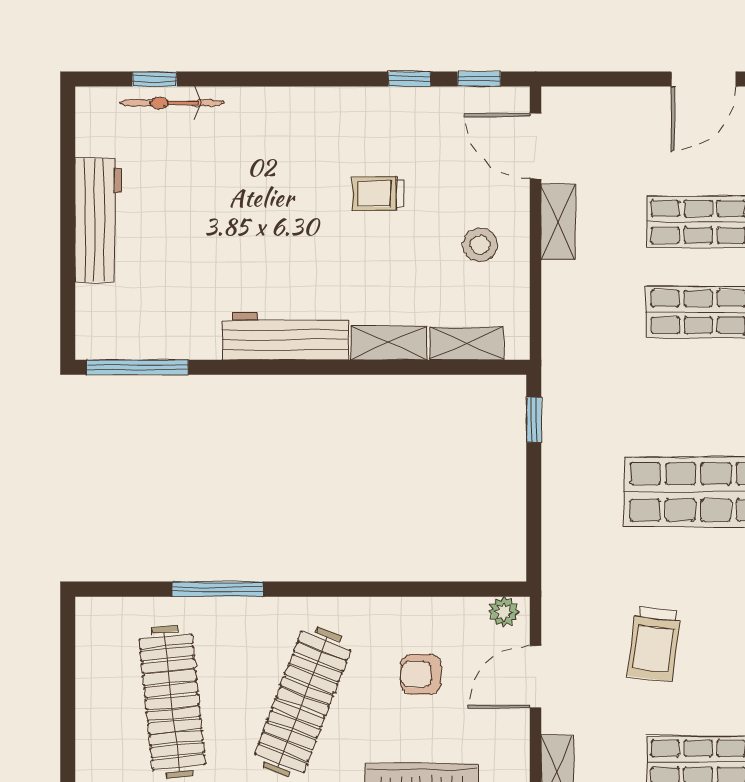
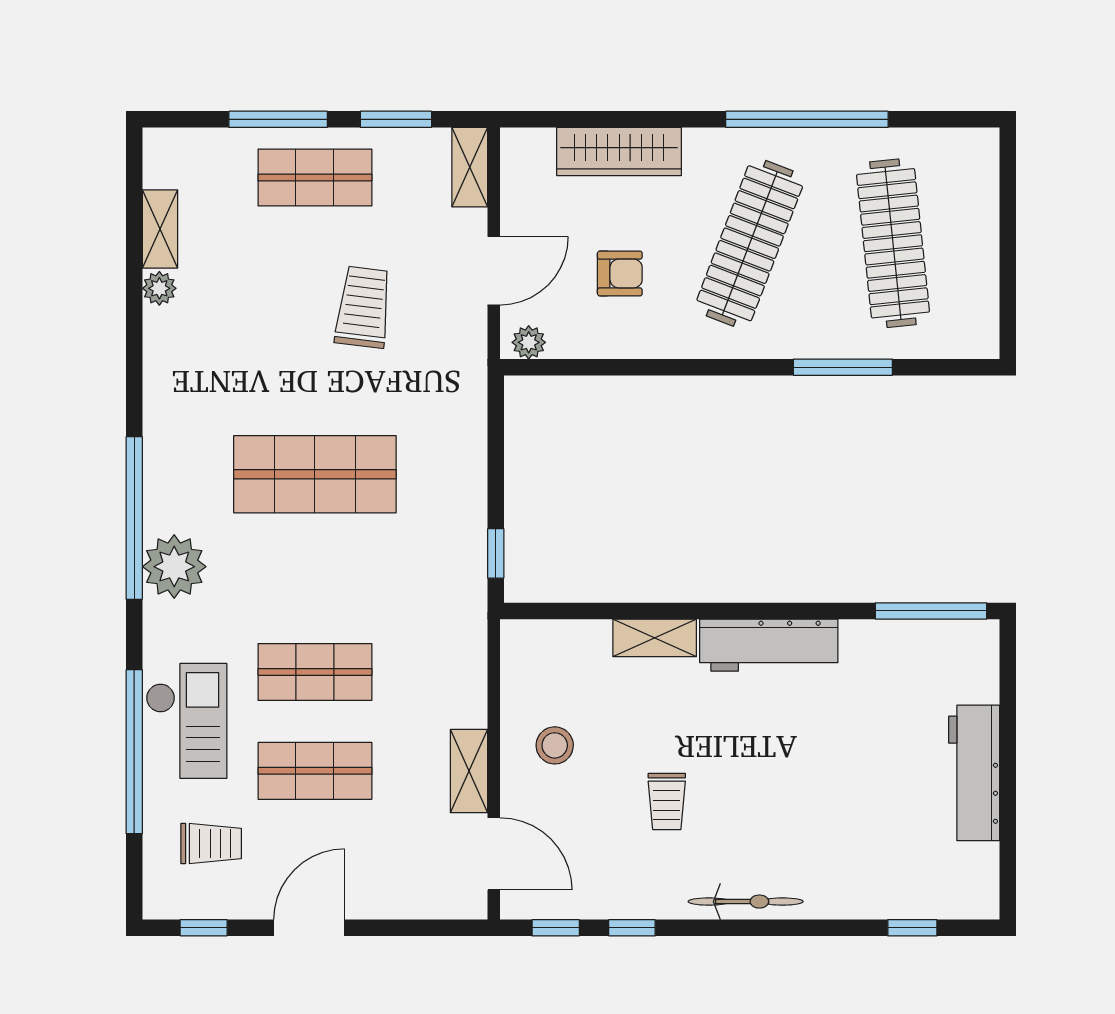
bicycle: (172, 103) -> (746, 902), moved
trolley: (378, 194) -> (667, 801), turned 90
shelving: (467, 343) -> (569, 637), removed

